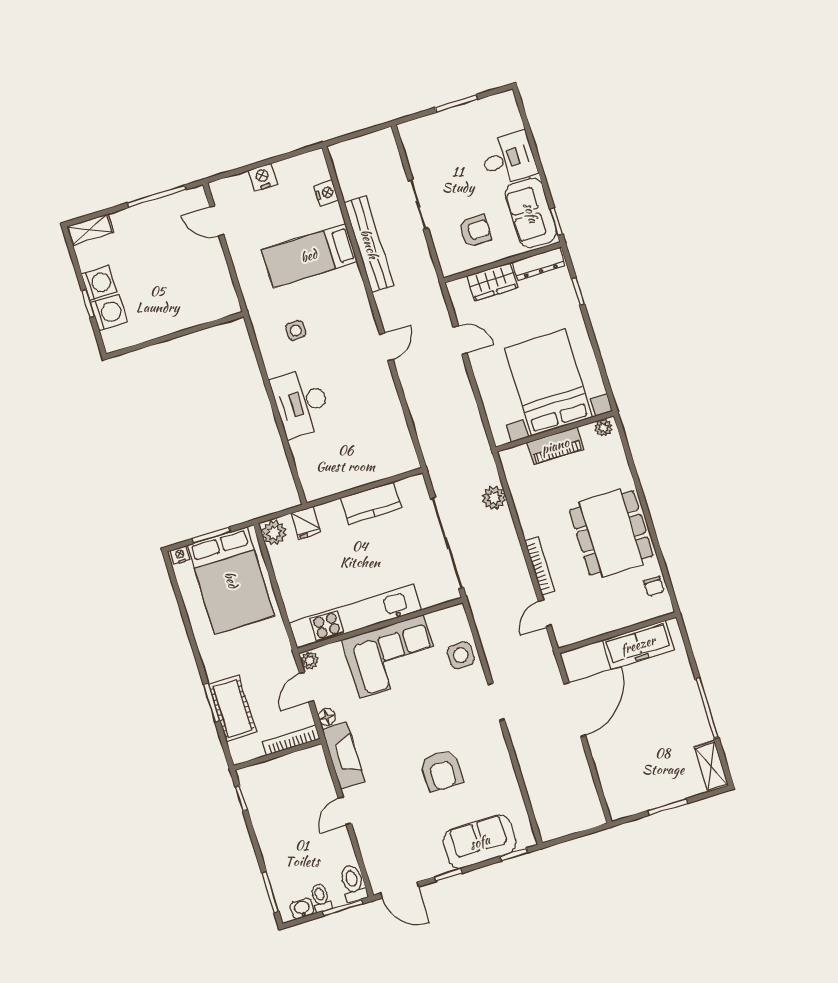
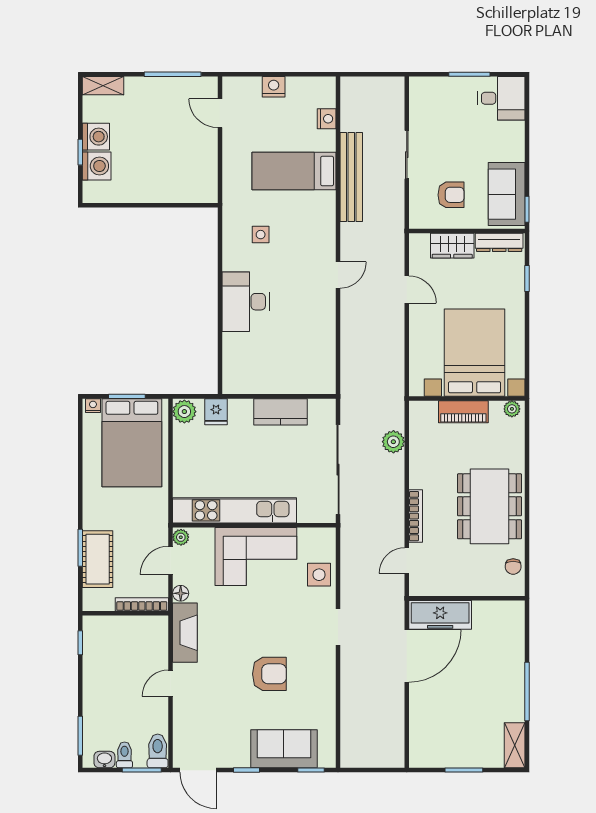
desk: (508, 159) -> (501, 98), moved
freezer: (638, 645) -> (440, 615), moved
armchair: (442, 771) -> (269, 674), turned -90

